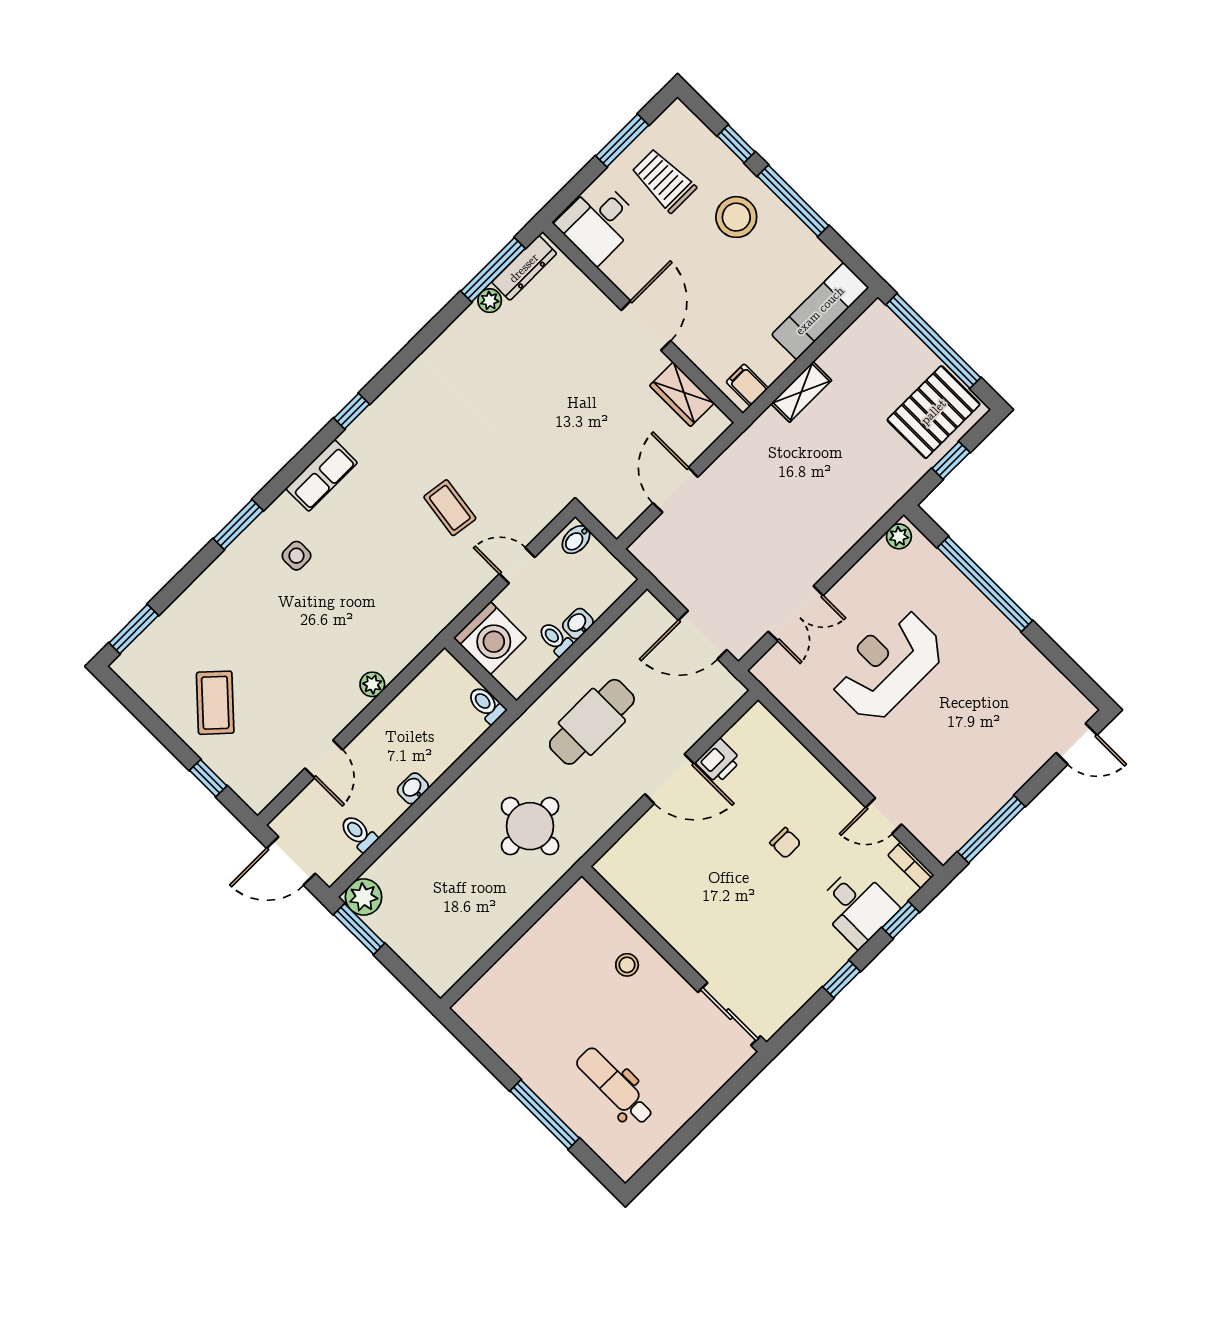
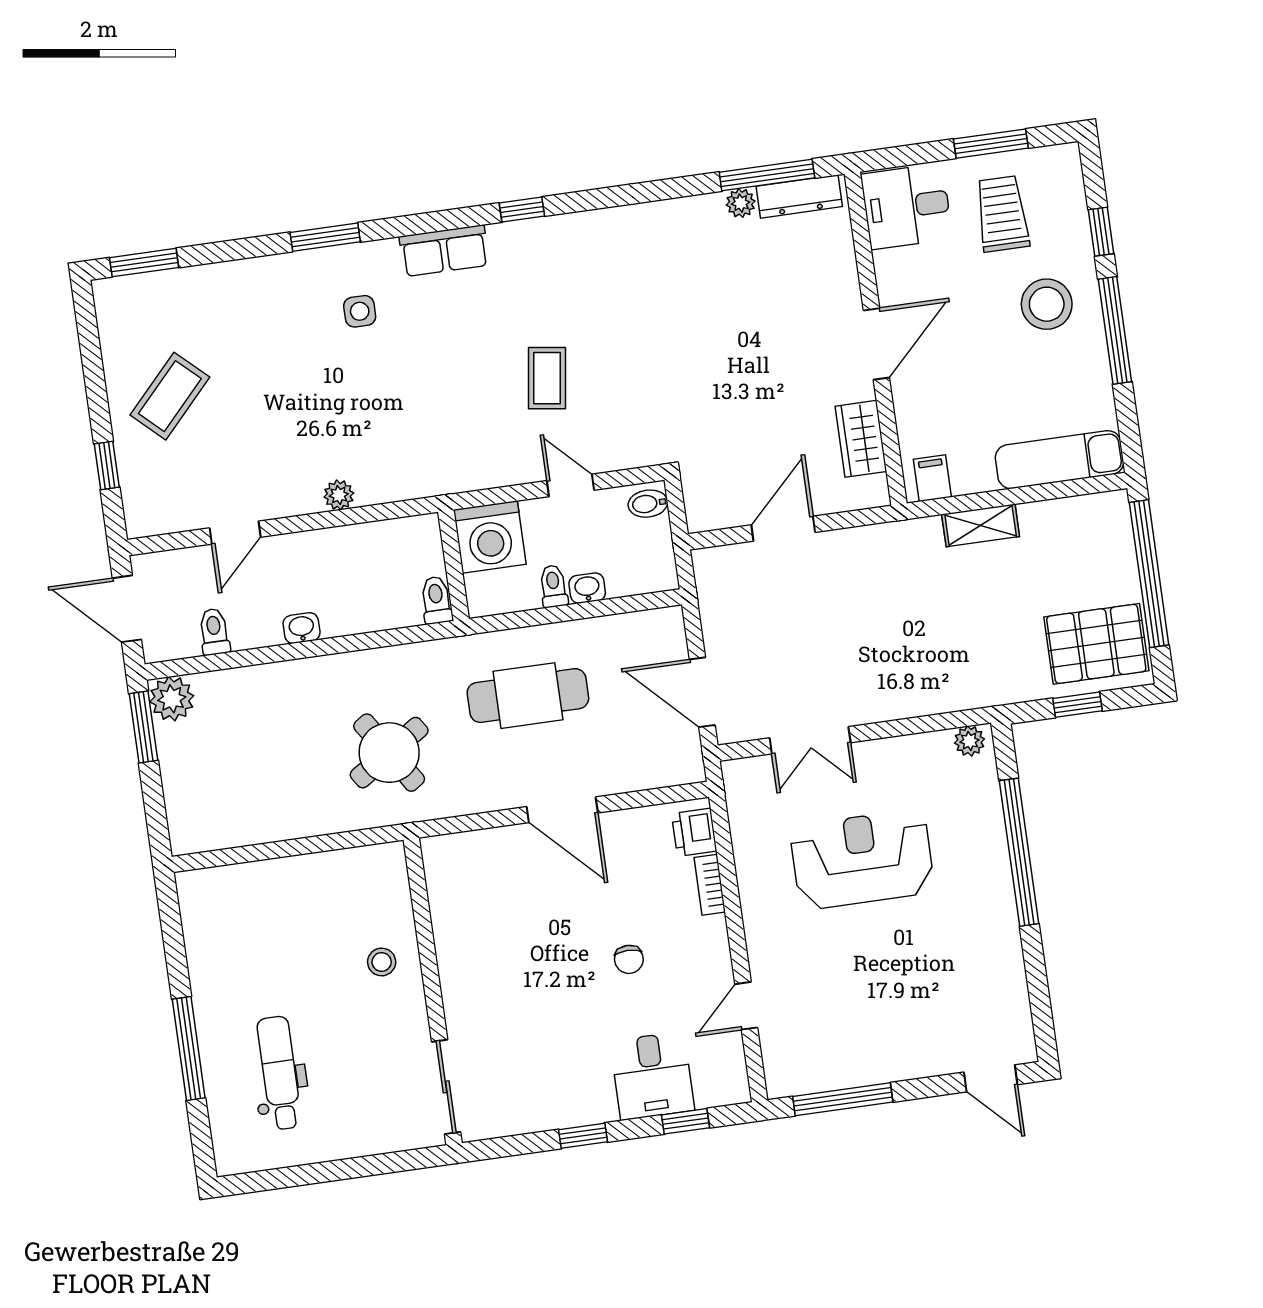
printer: (718, 761) -> (694, 832), moved, turned 90
door: (884, 816) -> (746, 1006), hinge flipped
round table: (530, 826) -> (389, 753), turned -33
bookcase: (911, 865) -> (710, 885), moved

